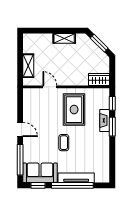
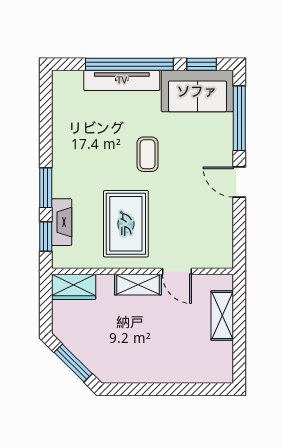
shelving: (64, 38) -> (138, 285), moved
fireplace: (105, 120) -> (62, 222), moved

